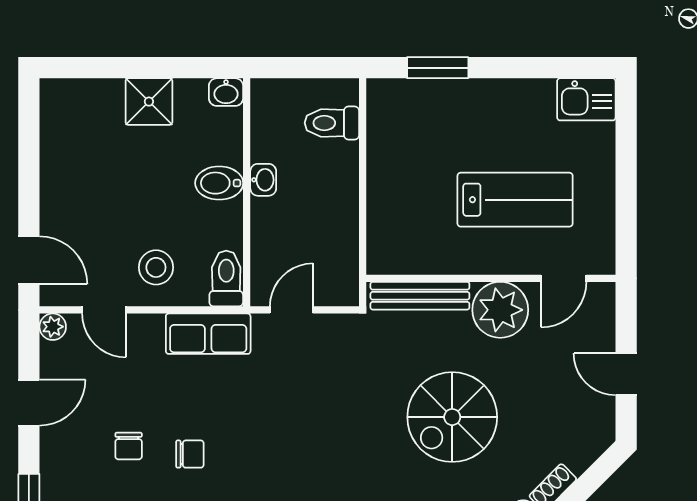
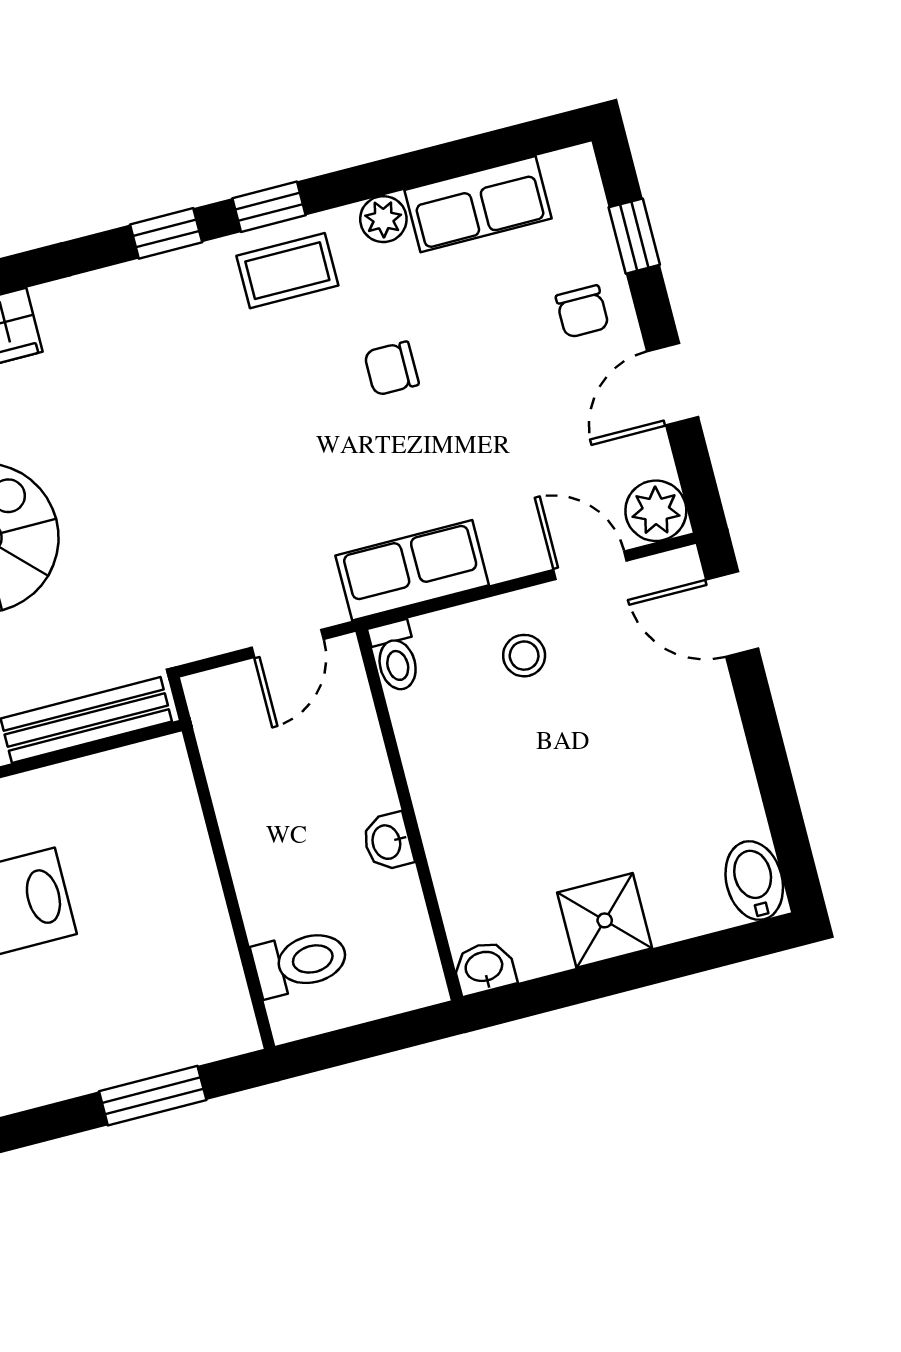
bidet: (219, 183) -> (754, 881), moved, turned -90
stool: (156, 267) -> (524, 656), width x0.73, depth x0.73
toilet: (226, 279) -> (395, 656), width x0.73, depth x0.72
plant: (53, 327) -> (656, 511), width x1.38, depth x1.38
chair: (129, 446) -> (582, 312), moved, turned 180

